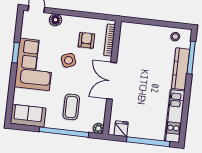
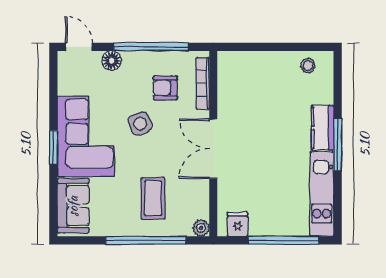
window: (81, 14) -> (151, 47), added
armchair: (86, 40) -> (165, 88), turned -90
window: (16, 53) -> (53, 147), moved
window: (191, 58) -> (338, 144), moved
kitchen counter: (181, 69) -> (322, 128), width x0.67
sofa: (28, 116) -> (73, 206), moved, turned 90

